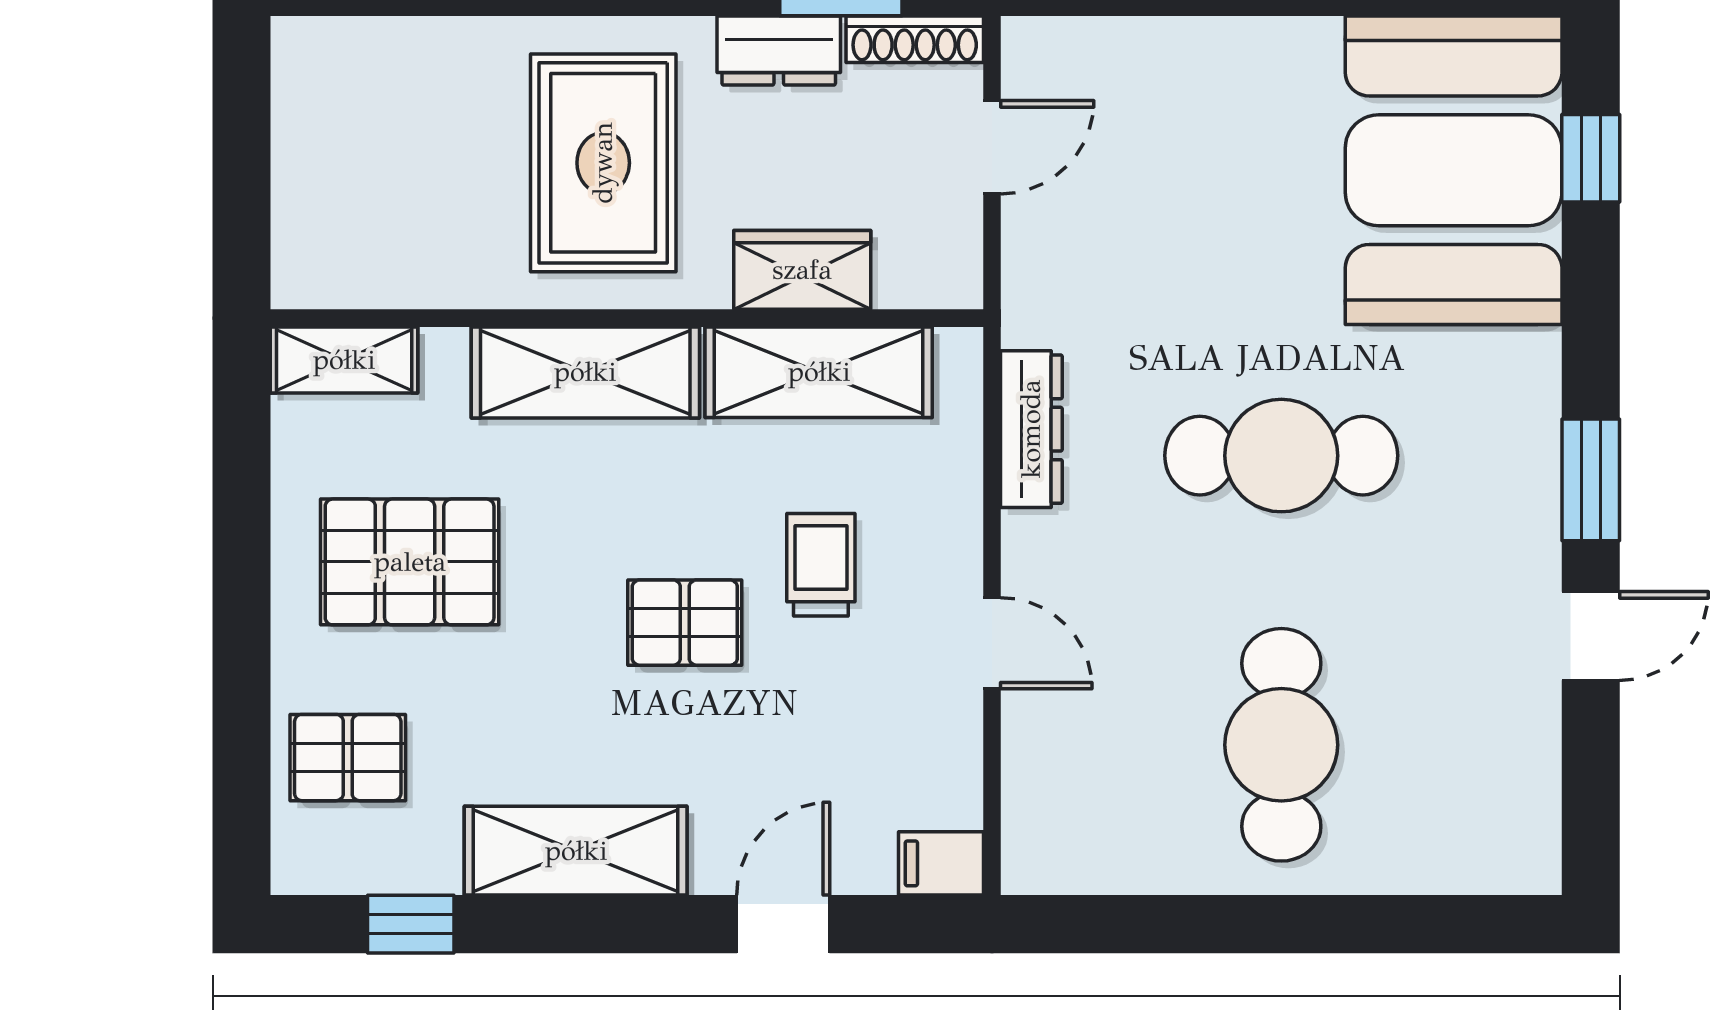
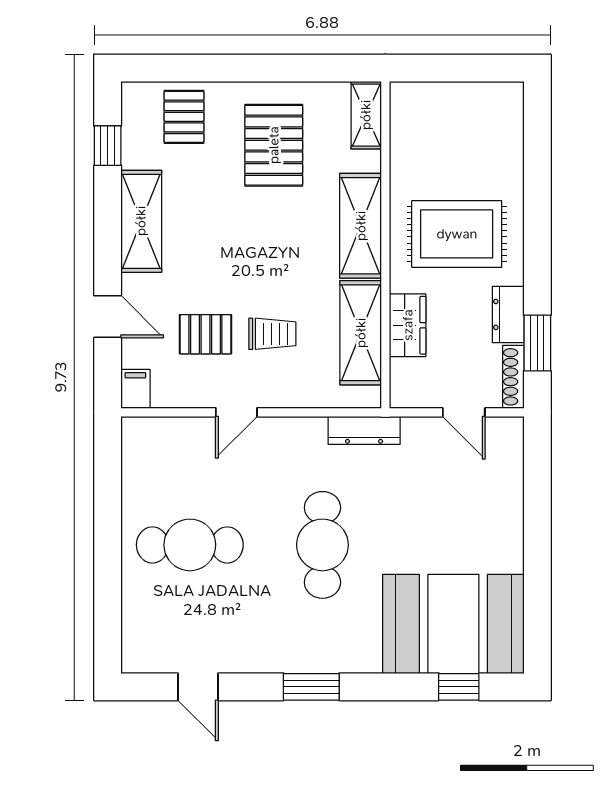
dresser: (1031, 429) -> (364, 430), moved
pallet: (685, 623) -> (205, 334), moved, turned 90
door: (1591, 636) -> (198, 687), moved

